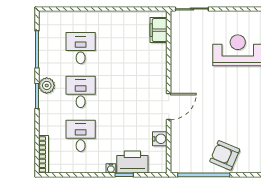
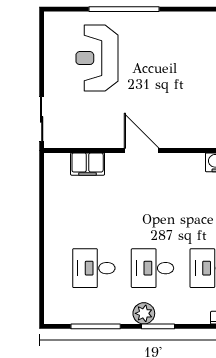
filing cabinet: (158, 30) -> (88, 164), moved
door: (169, 107) -> (141, 151), moved

